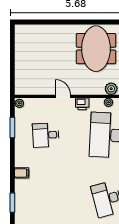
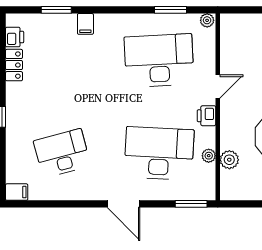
desk: (46, 135) -> (159, 60), width x1.87, depth x1.30
filing cabinet: (22, 173) -> (85, 24), moved

